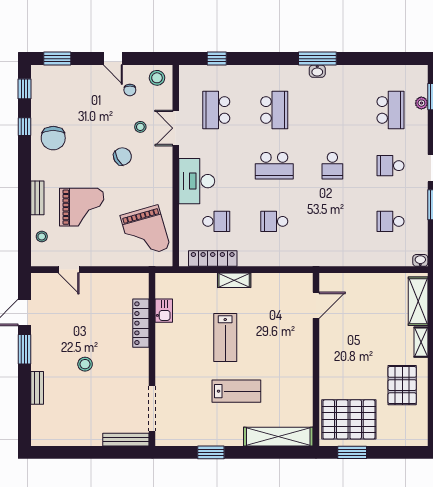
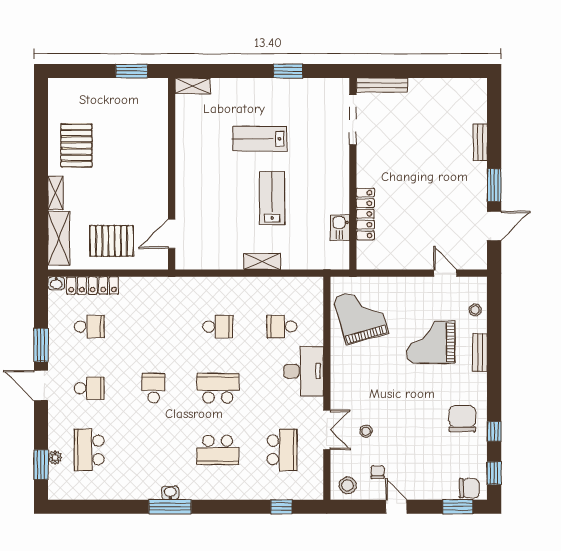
school desk: (274, 110) -> (218, 450), turned -90
chair: (122, 156) -> (469, 488), moved, turned -152
locker: (213, 259) -> (93, 286), moved
stool: (85, 364) -> (427, 169), removed
pallet: (349, 419) -> (112, 241), moved, width x0.73, depth x0.71
shelving: (278, 437) -> (193, 86), width x0.45, depth x0.75

